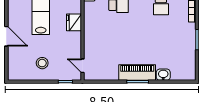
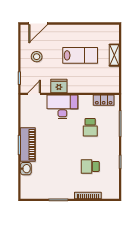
fridge: (74, 22) -> (59, 86), moved
desk: (96, 35) -> (62, 107), added
door: (6, 36) -> (38, 24), moved

